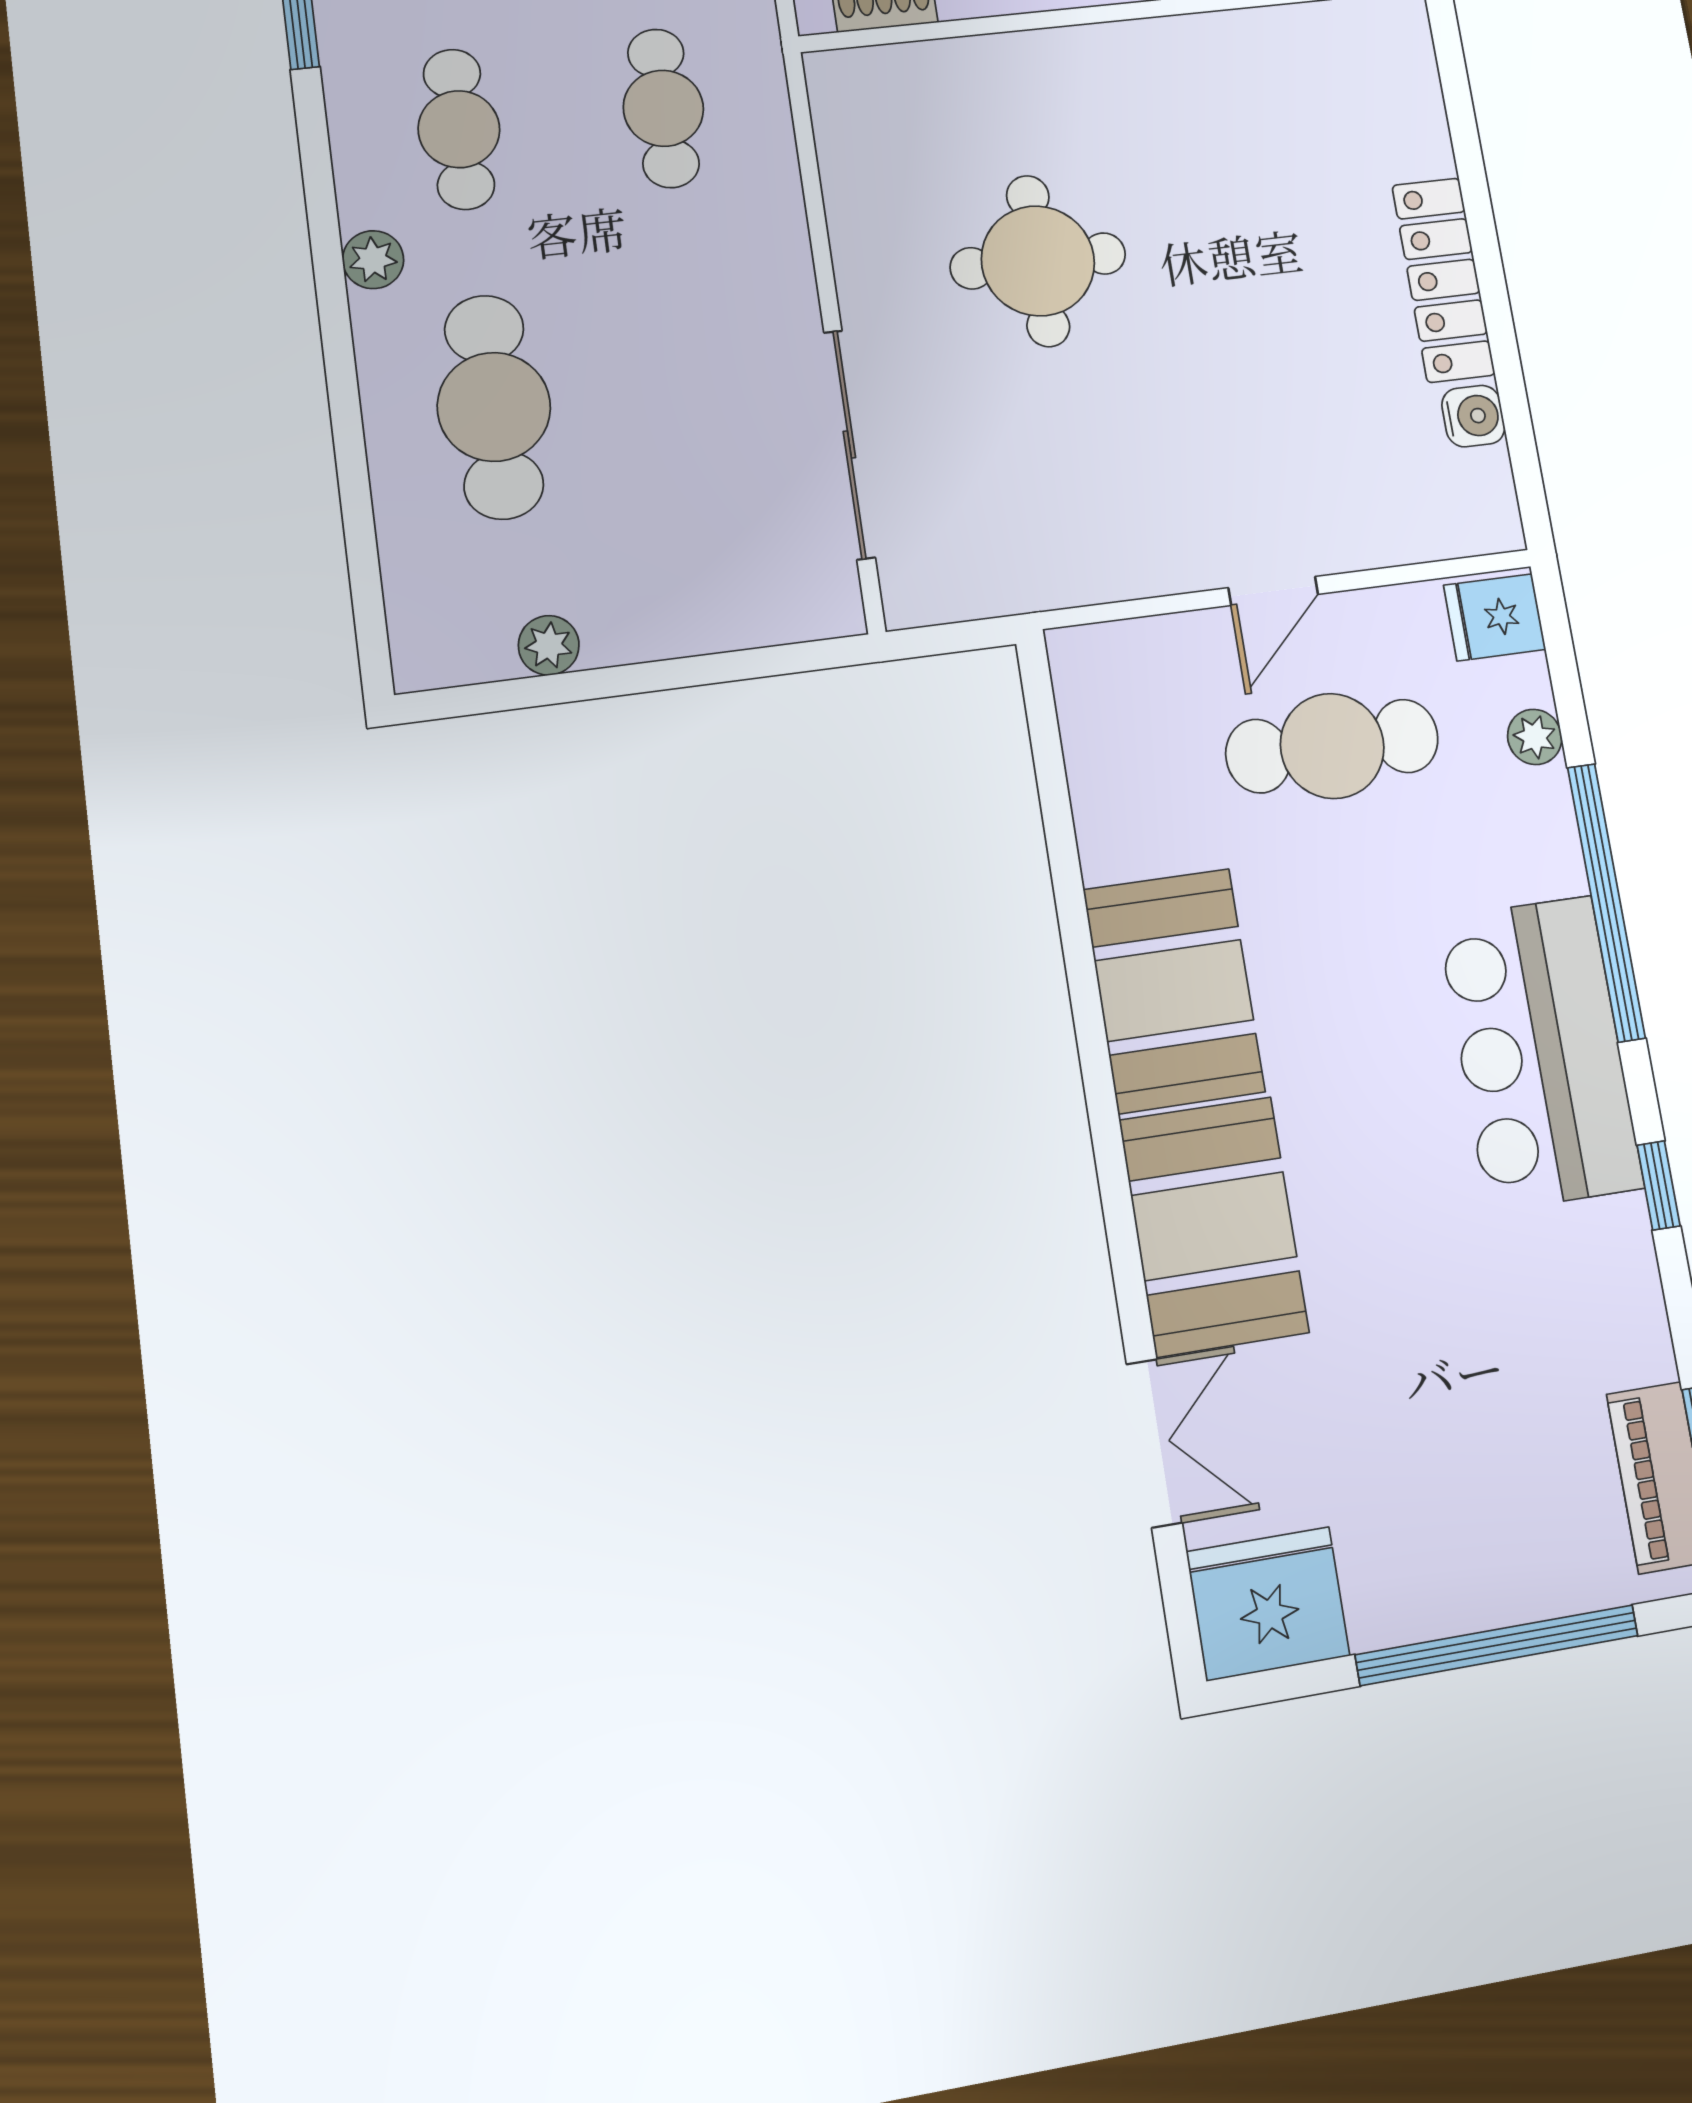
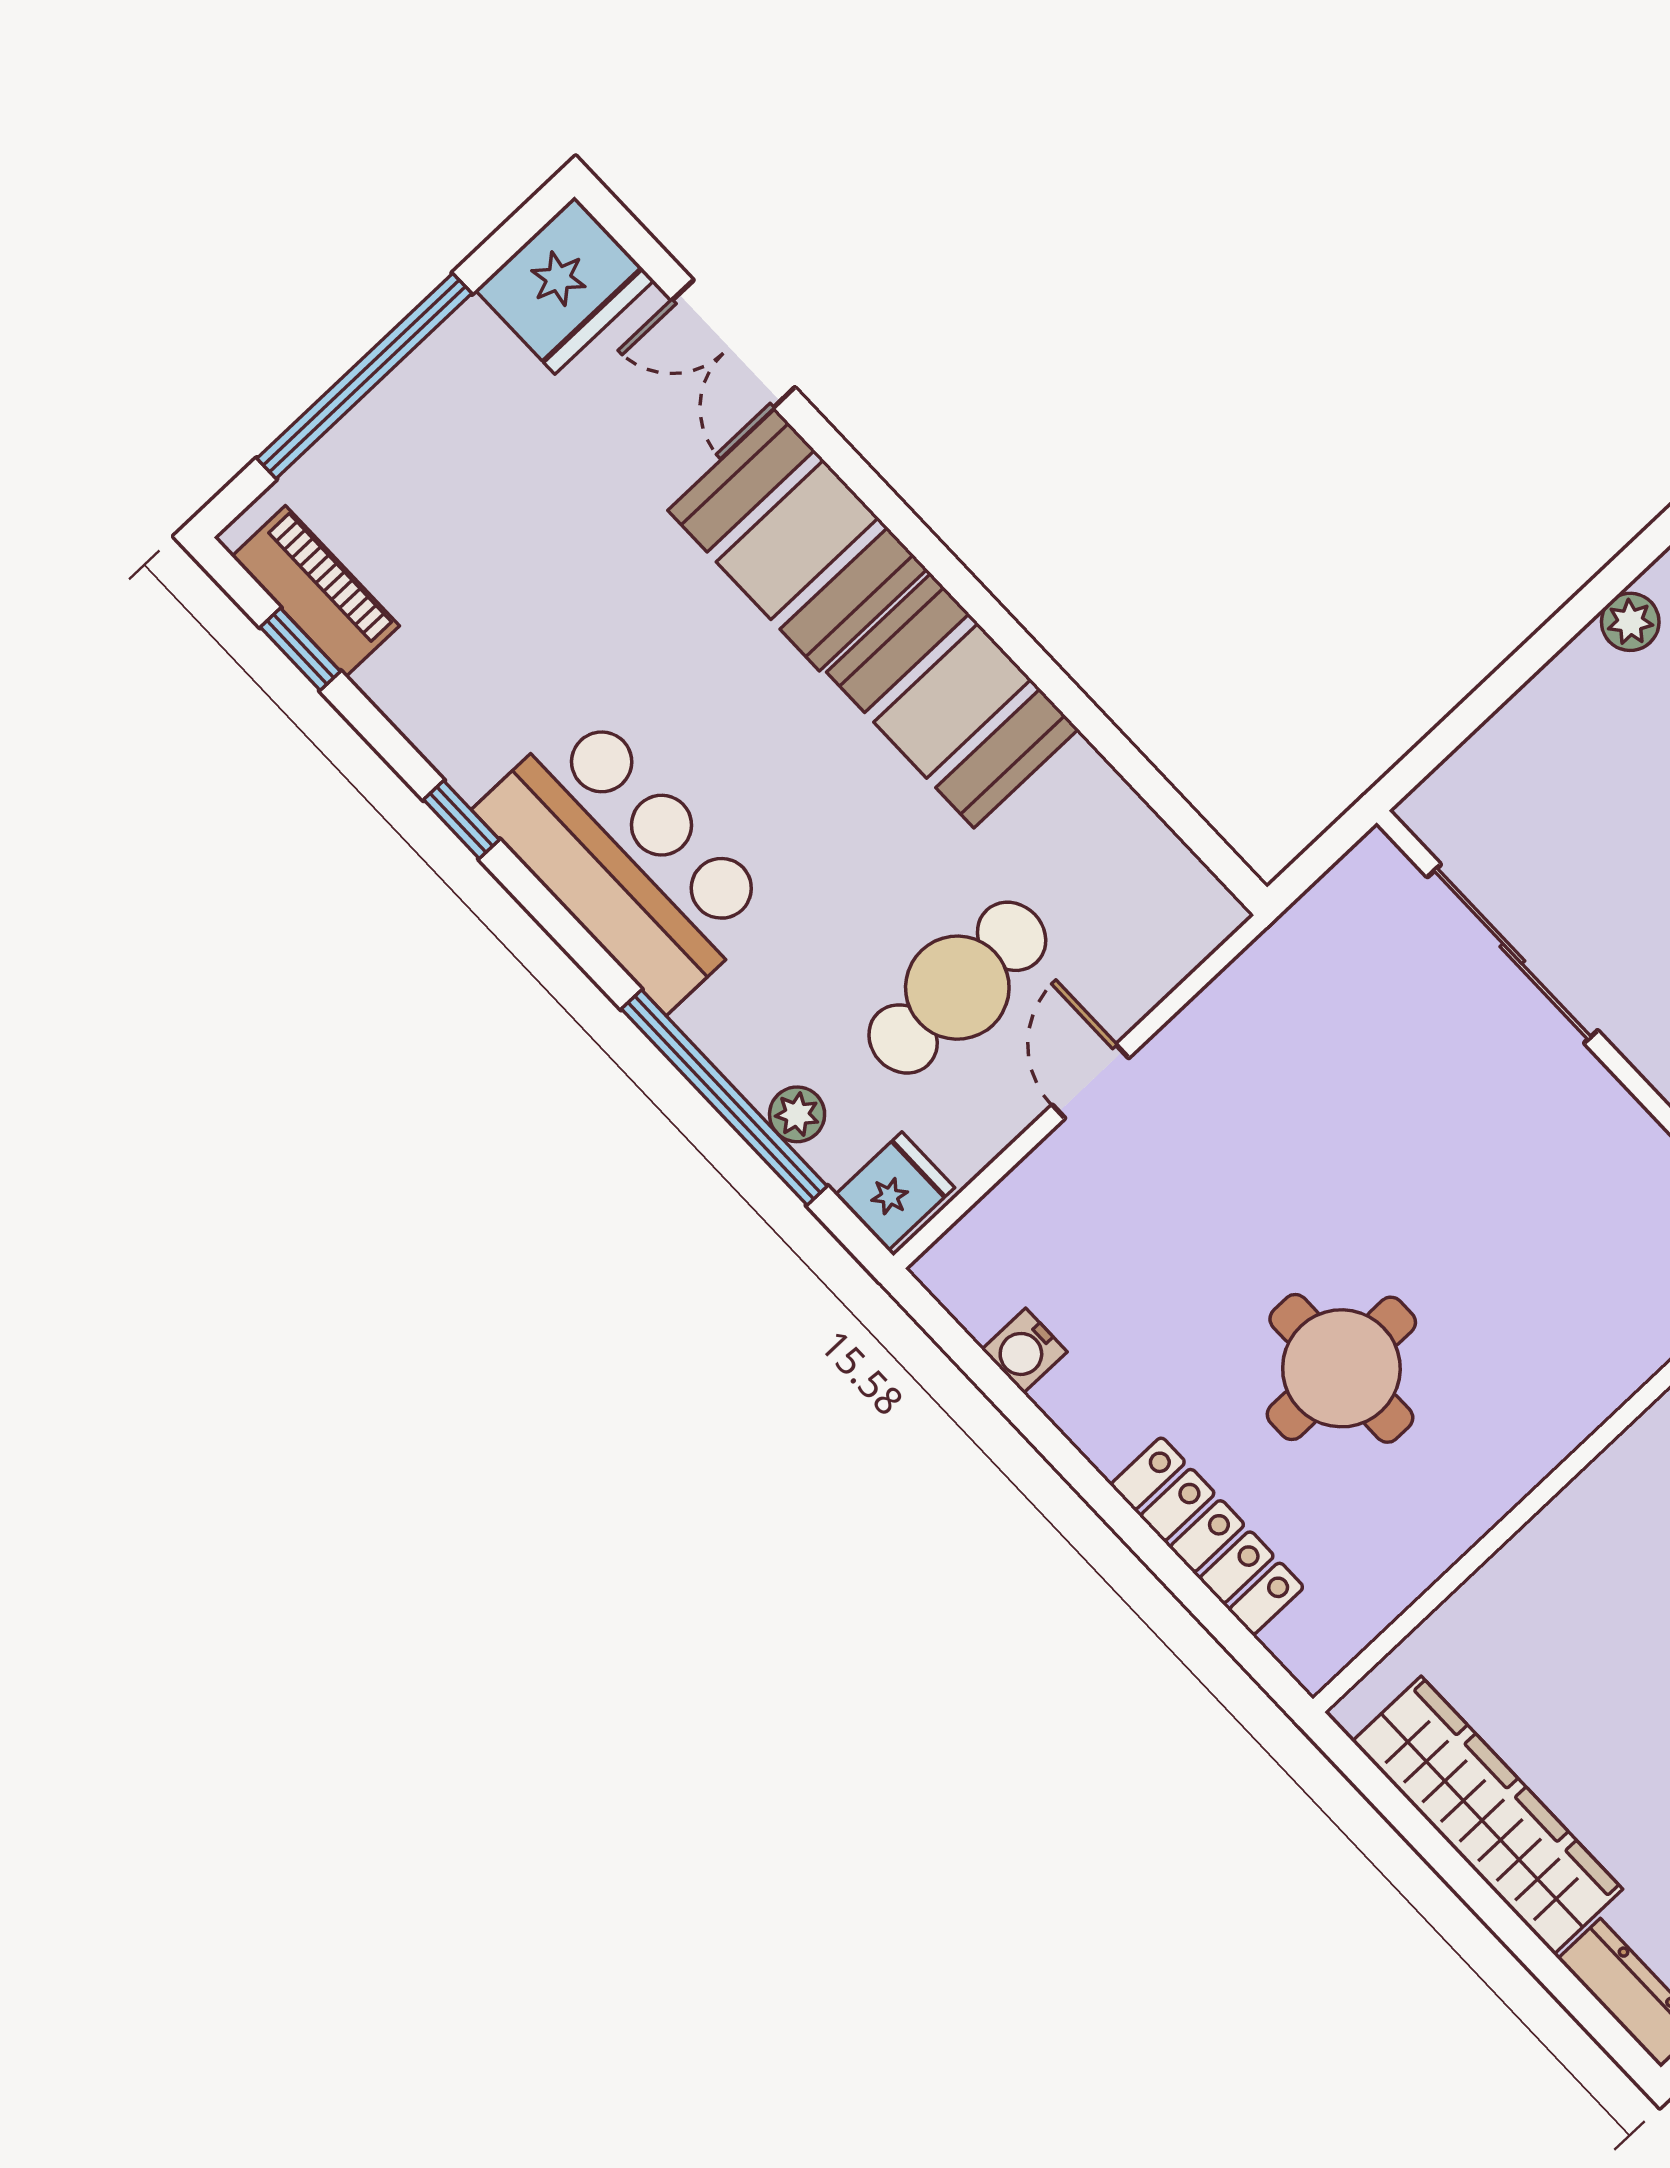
round table: (1038, 261) -> (1341, 1368), moved
locker: (1443, 280) -> (1207, 1536), moved
window: (1606, 902) -> (724, 1098), moved

